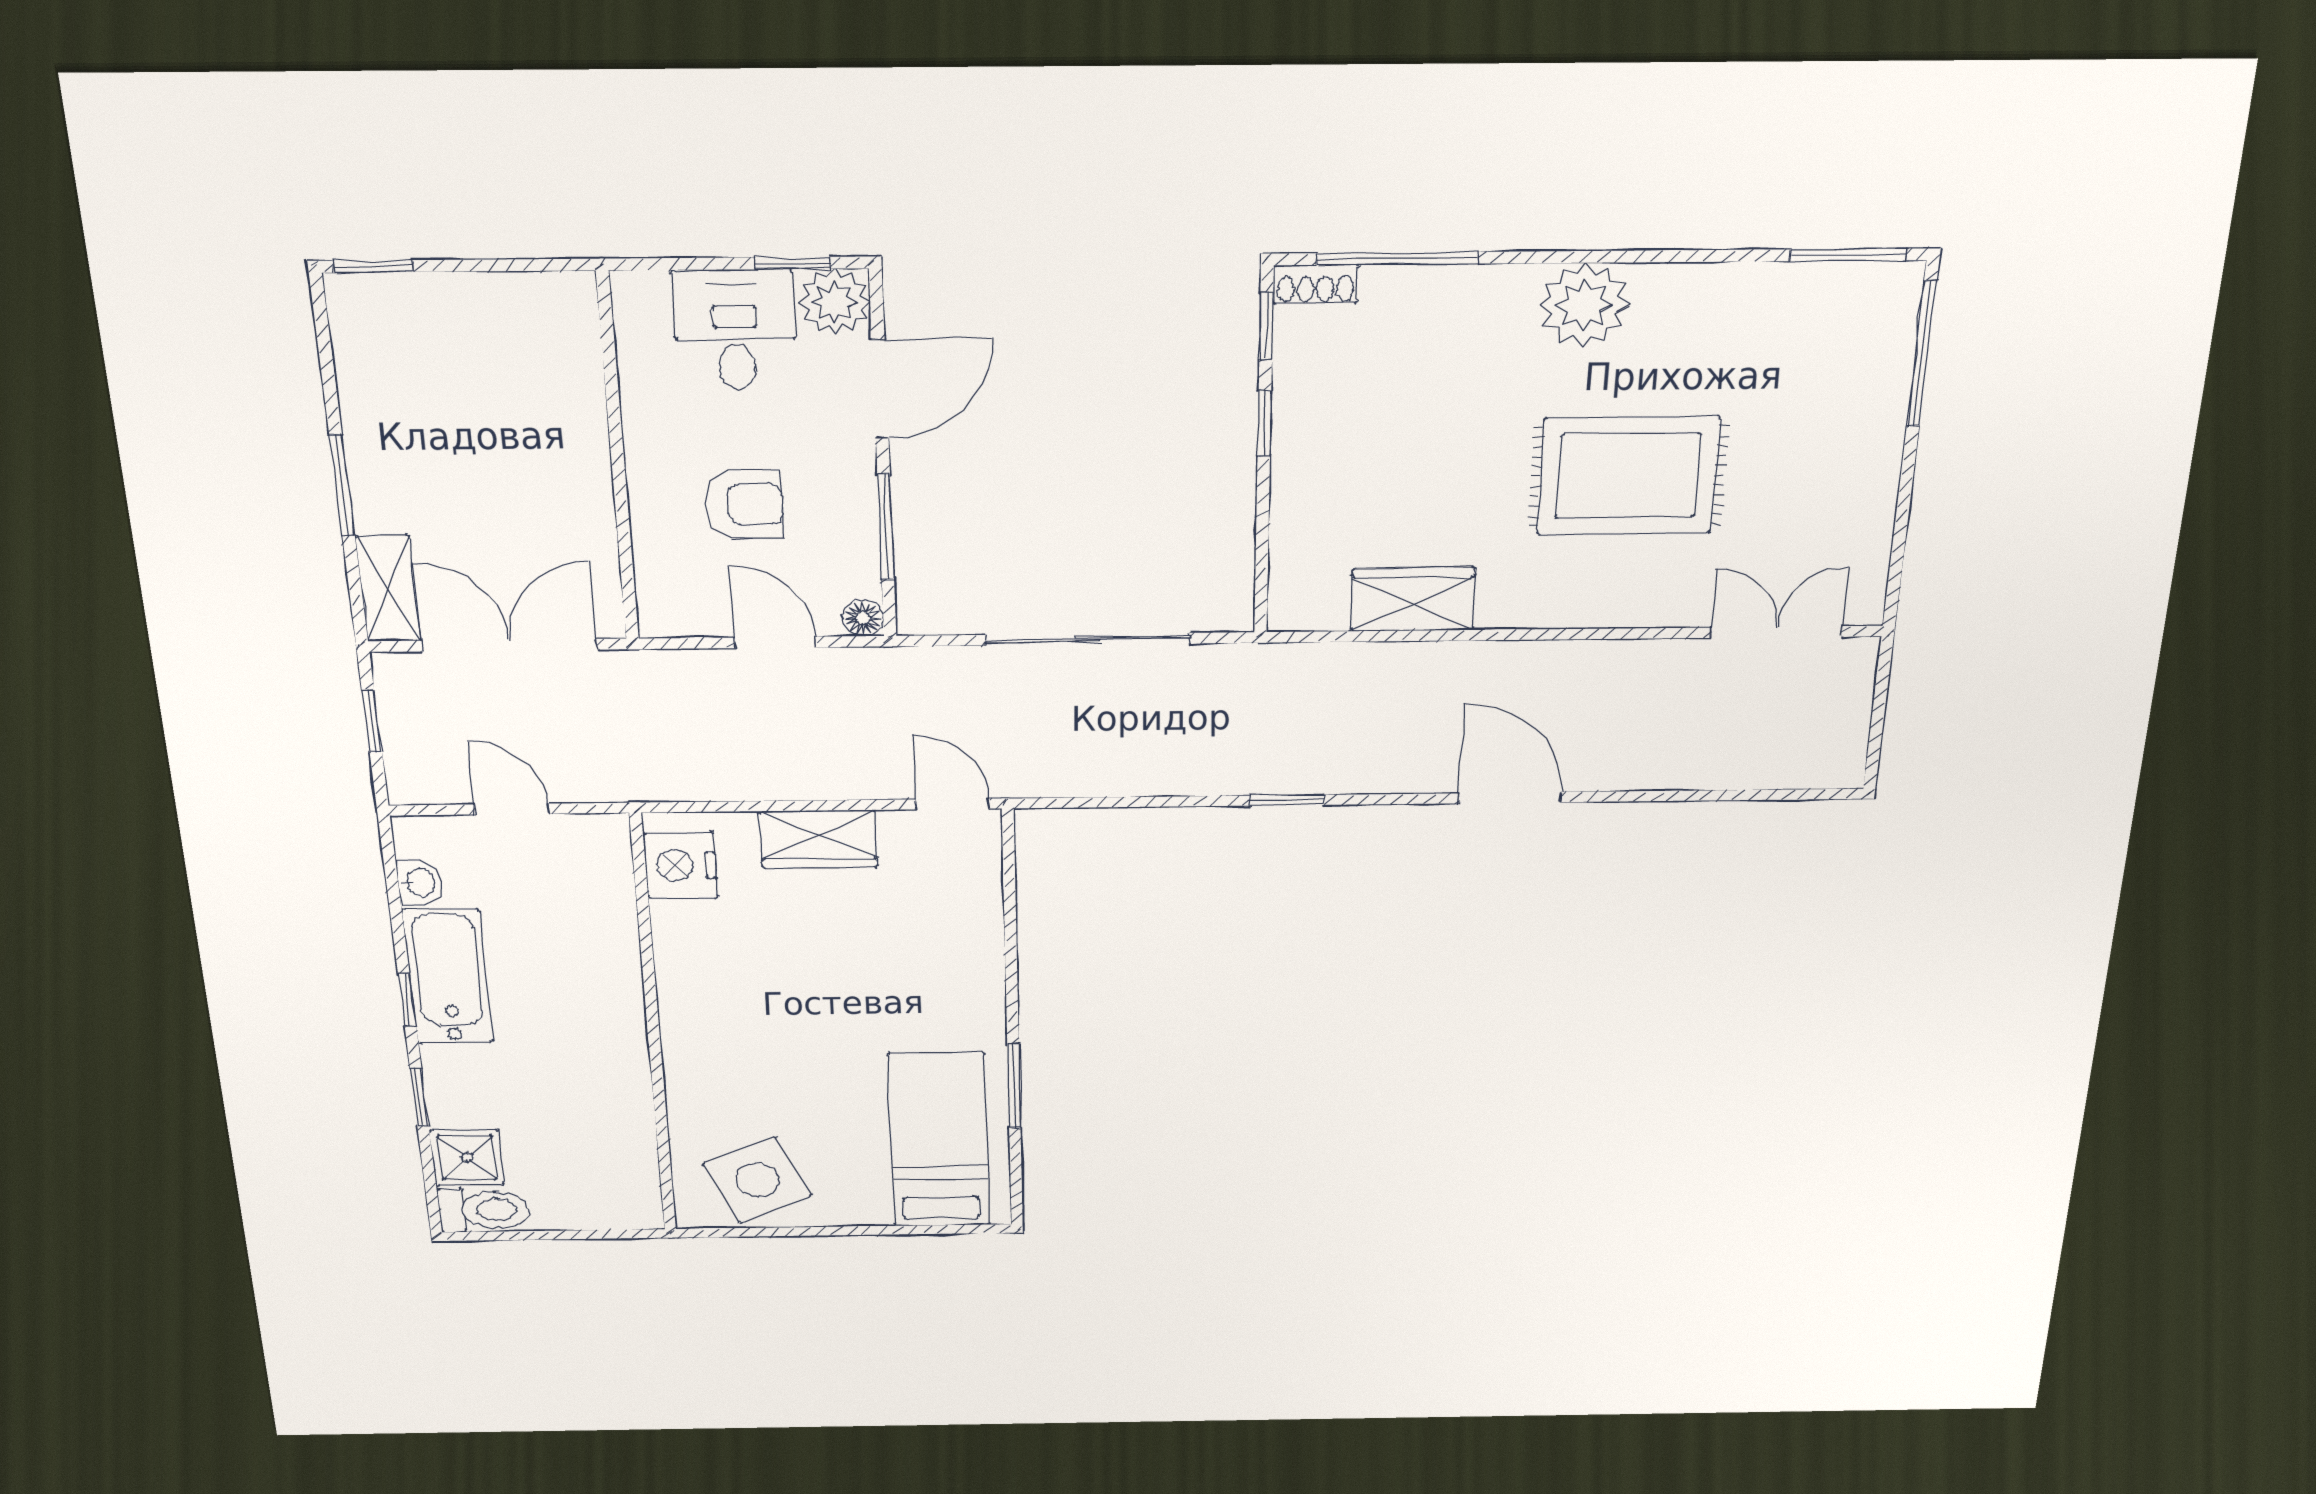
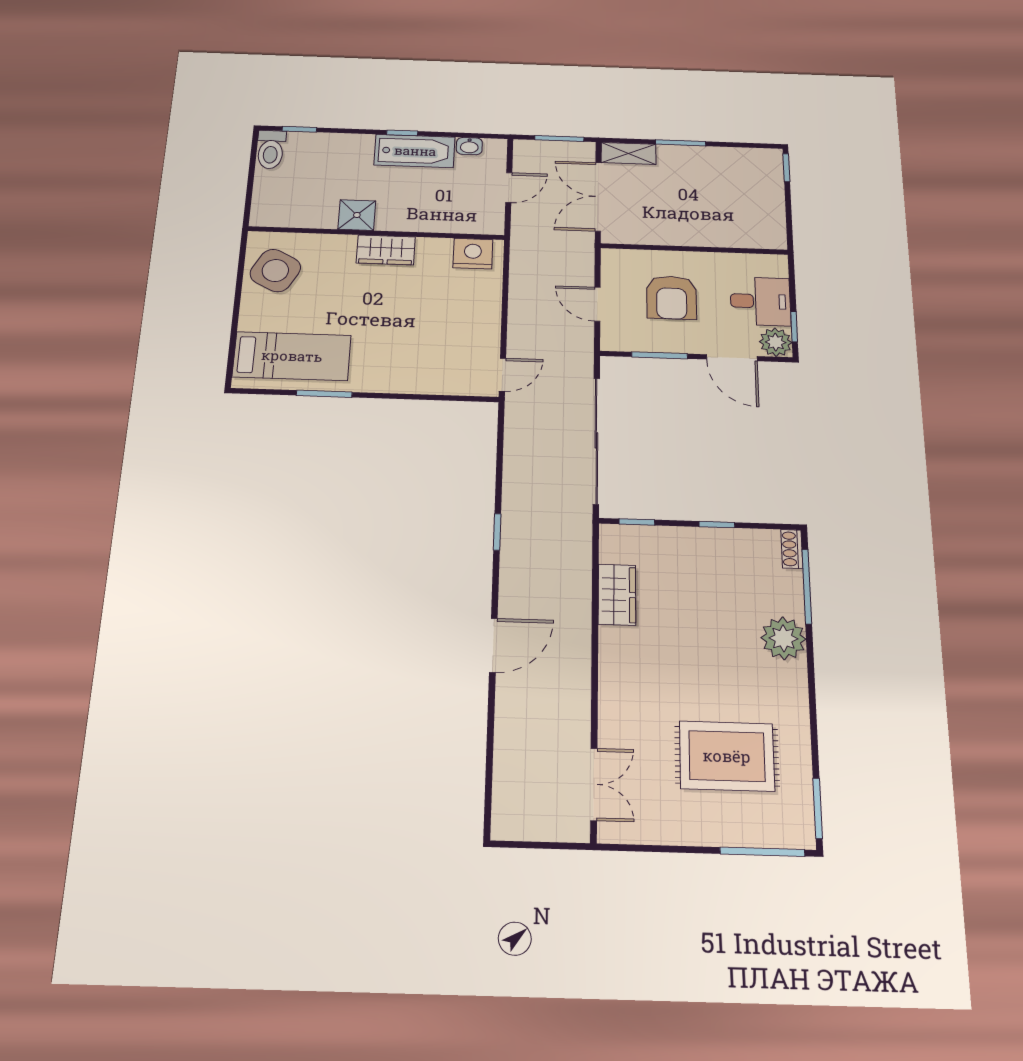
plant: (1584, 305) -> (783, 638), moved
window: (1266, 326) -> (637, 522), moved
rug: (1628, 476) -> (727, 756), moved, turned 90
armchair: (744, 504) -> (672, 297), width x1.38, depth x1.38
floor lamp: (863, 618) -> (610, 342), removed
sliding door: (1088, 639) -> (596, 440), width x1.36
door: (775, 642) -> (597, 304), swing flipped
double door: (510, 645) -> (598, 197), swing flipped
window: (372, 721) -> (559, 139), width x1.50
wardrobe: (818, 839) -> (386, 250), moved, turned -90
window: (419, 1097) -> (299, 129), moved
shower: (467, 1157) -> (357, 215), moved
side table: (758, 1180) -> (275, 271), turned -38

